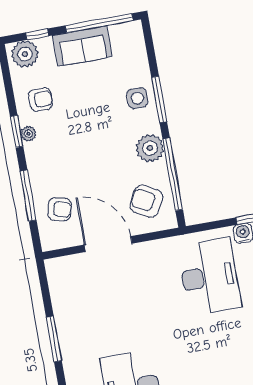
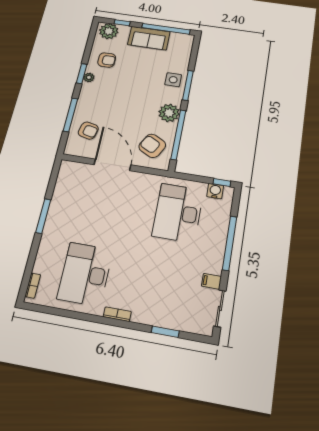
desk: (209, 277) -> (178, 213), turned 180

